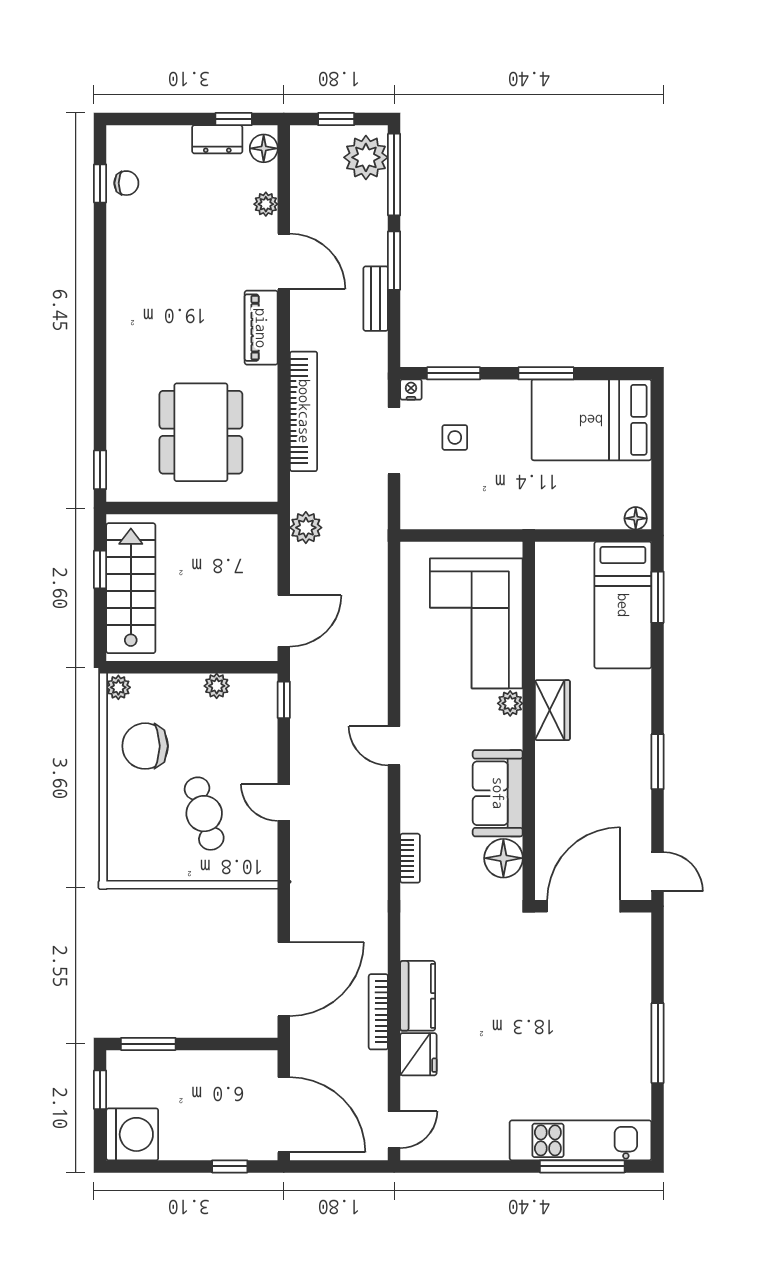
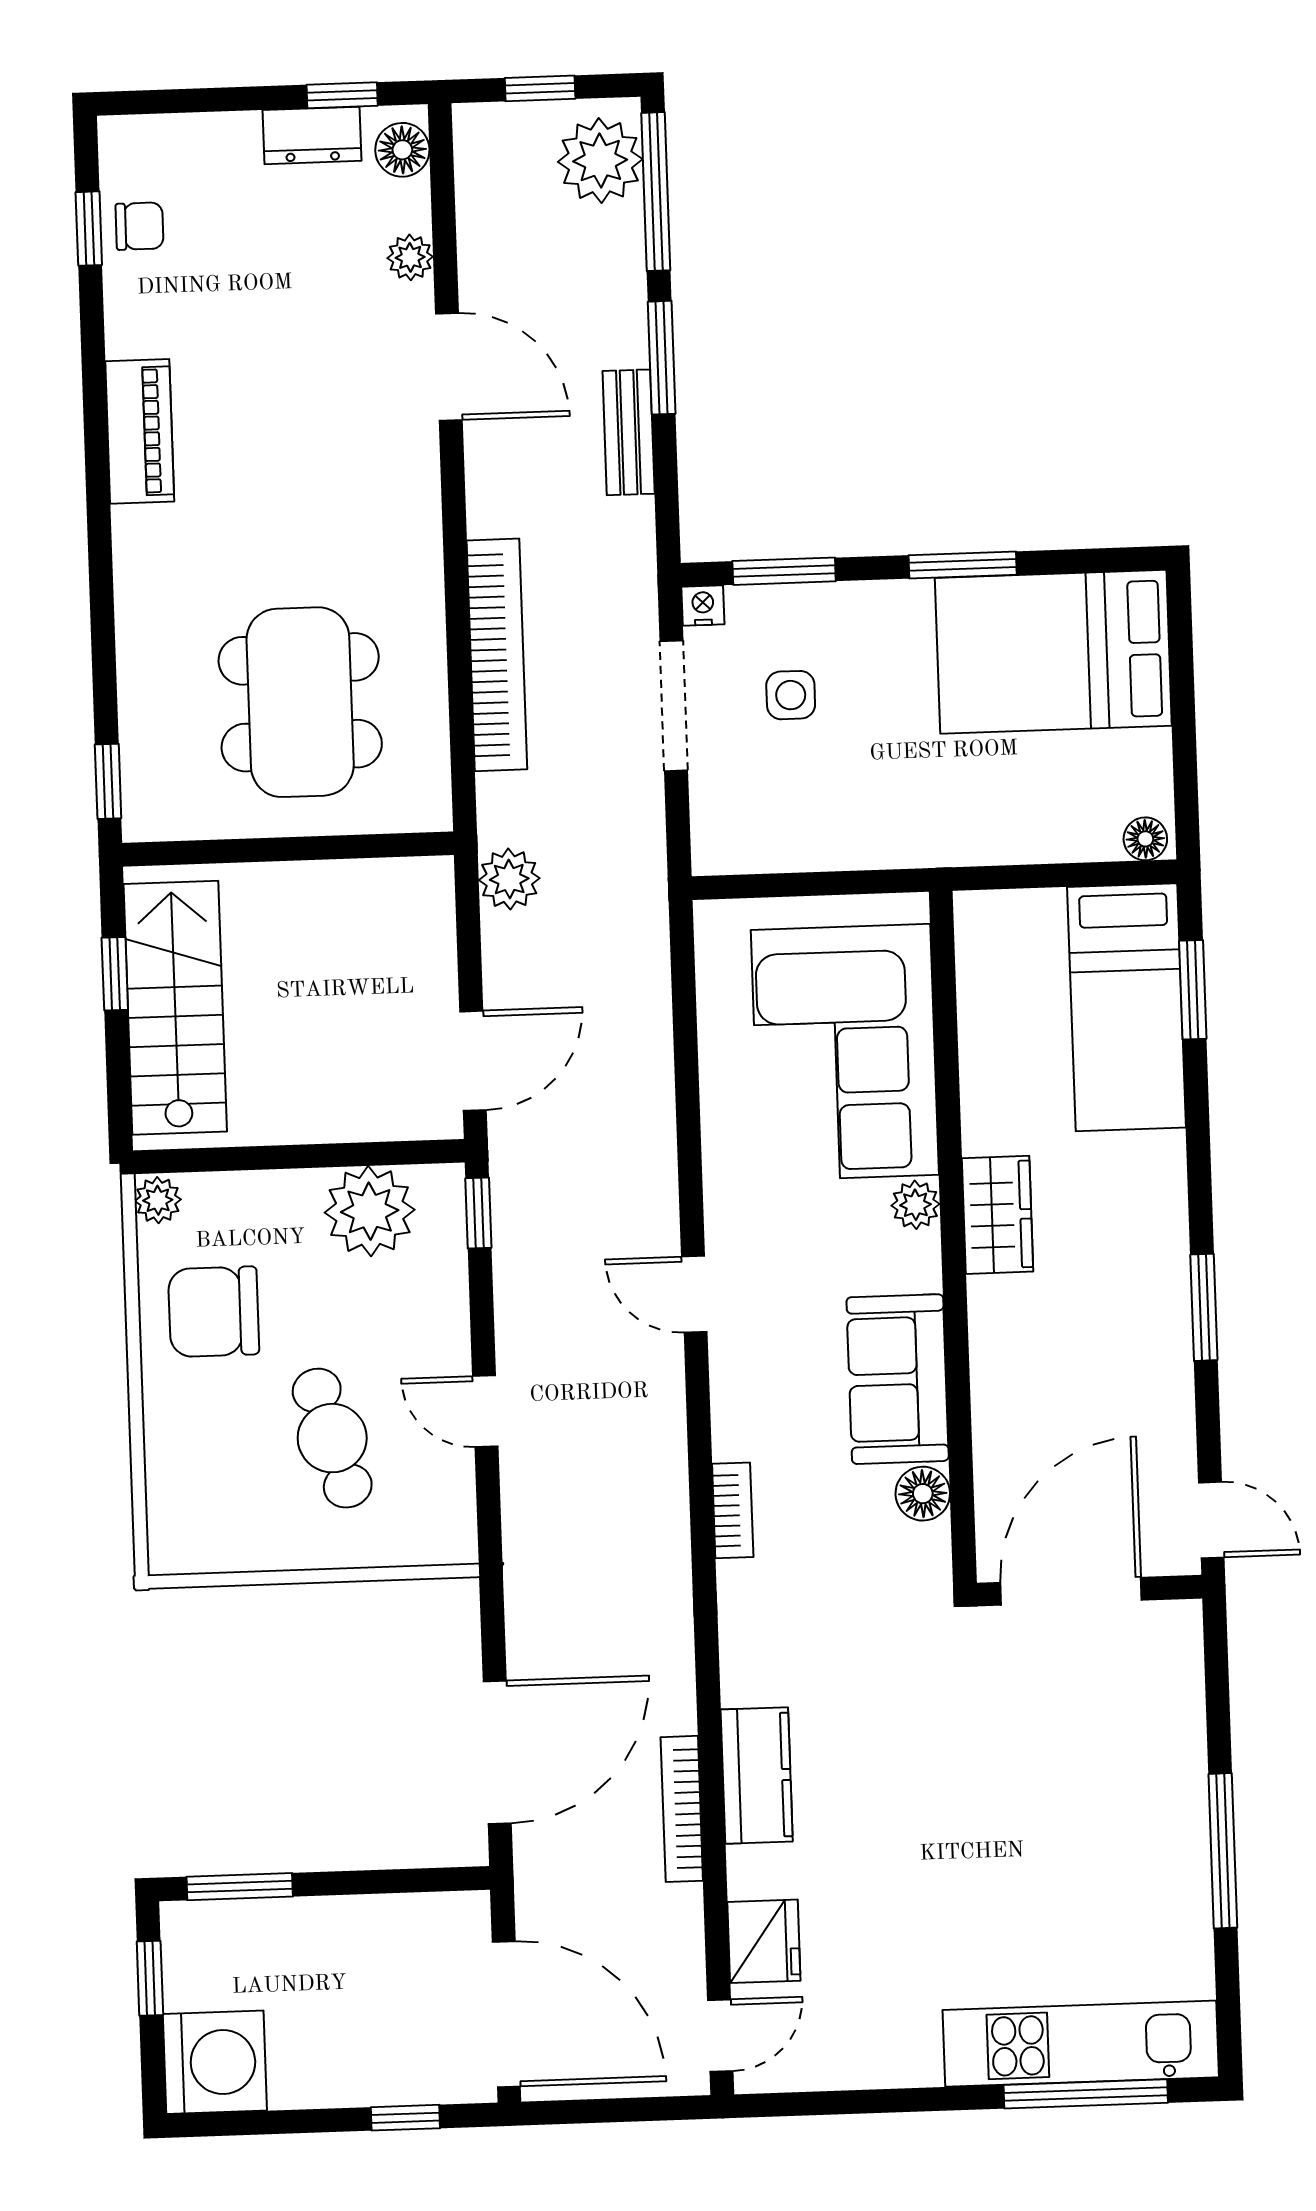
piano: (261, 328) -> (140, 431), moved, turned 180
plant: (217, 686) -> (370, 1211), width x1.88, depth x1.88
floor lamp: (503, 858) -> (923, 1494), width x0.73, depth x0.73
fridge: (418, 1054) -> (764, 1941), moved

